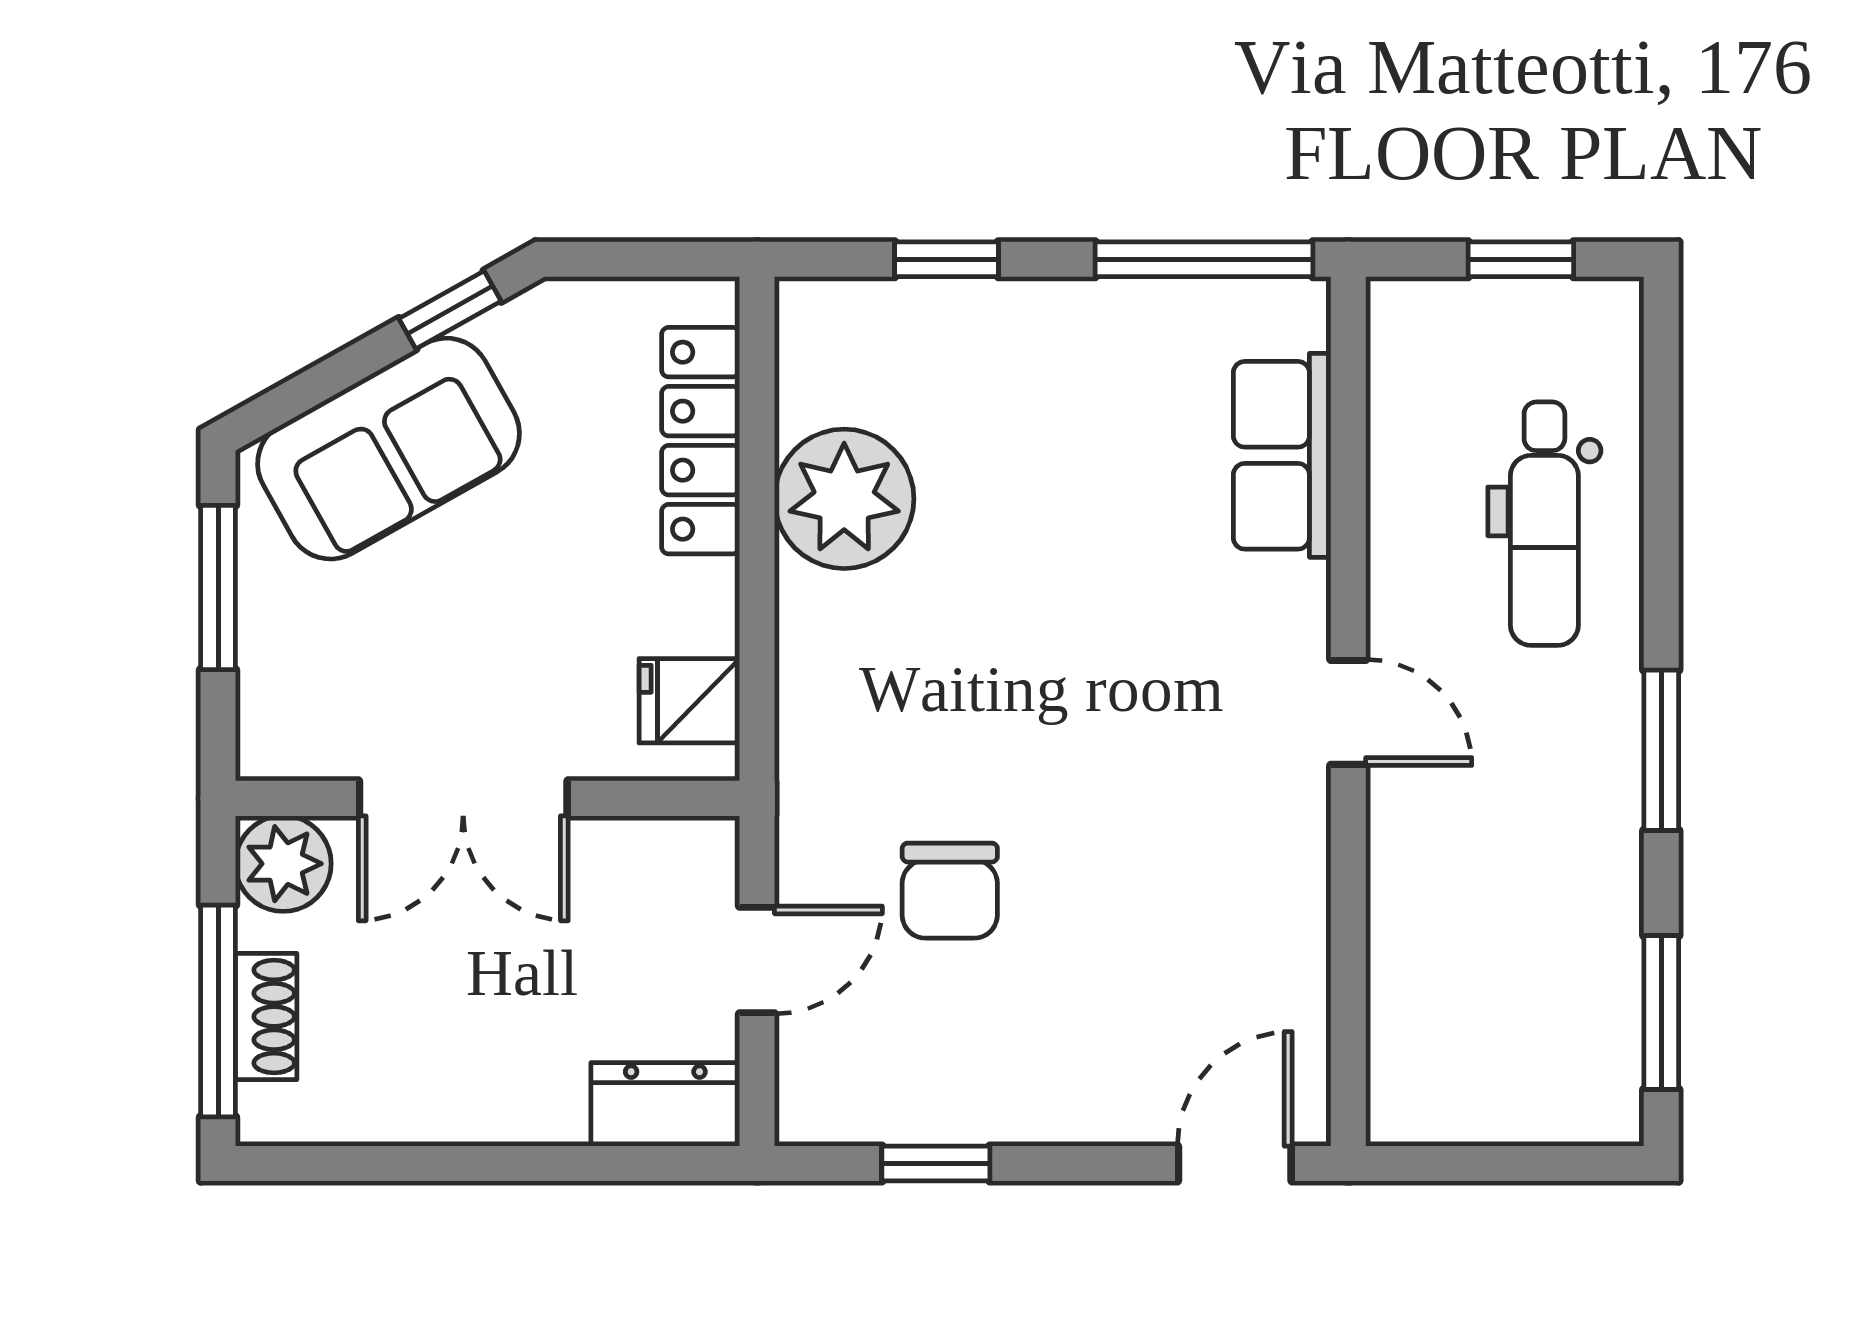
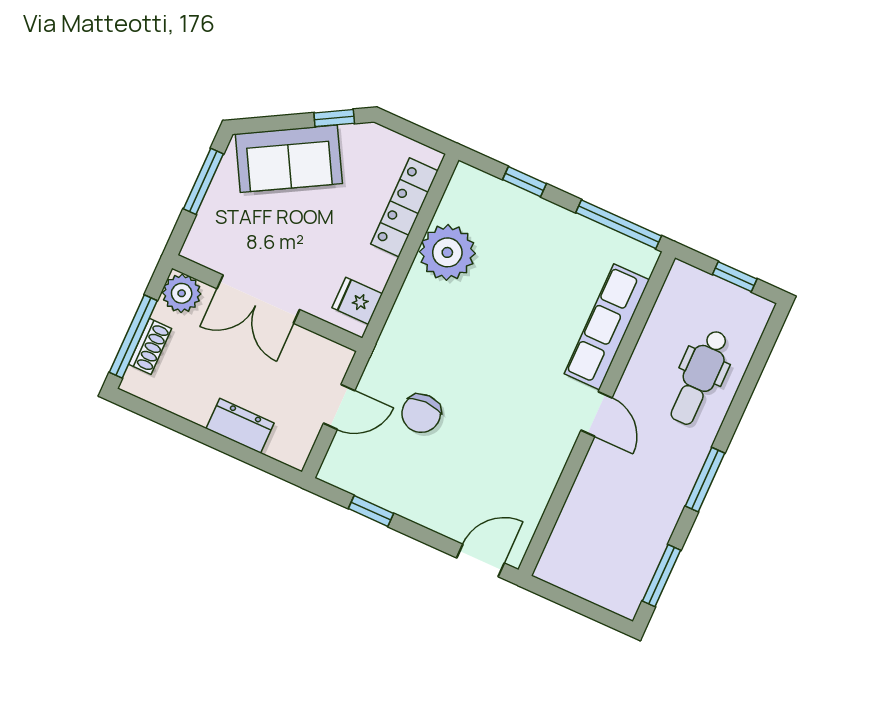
row of seats: (1282, 455) -> (607, 327), width x1.48
dresser: (665, 1104) -> (240, 426), moved

